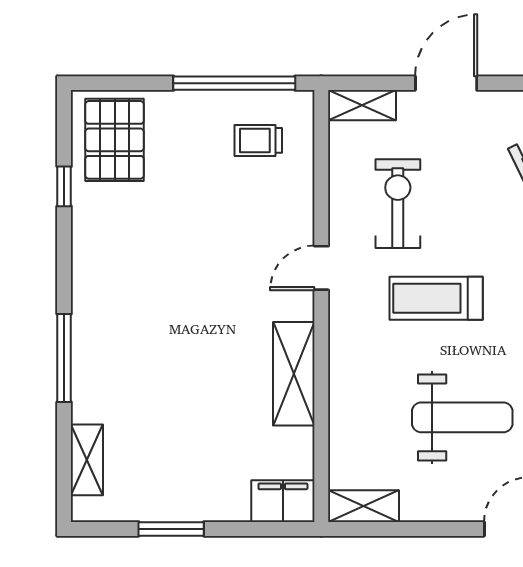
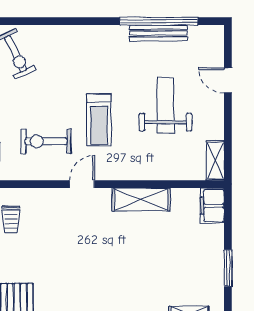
door: (321, 268) -> (82, 184), swing flipped

